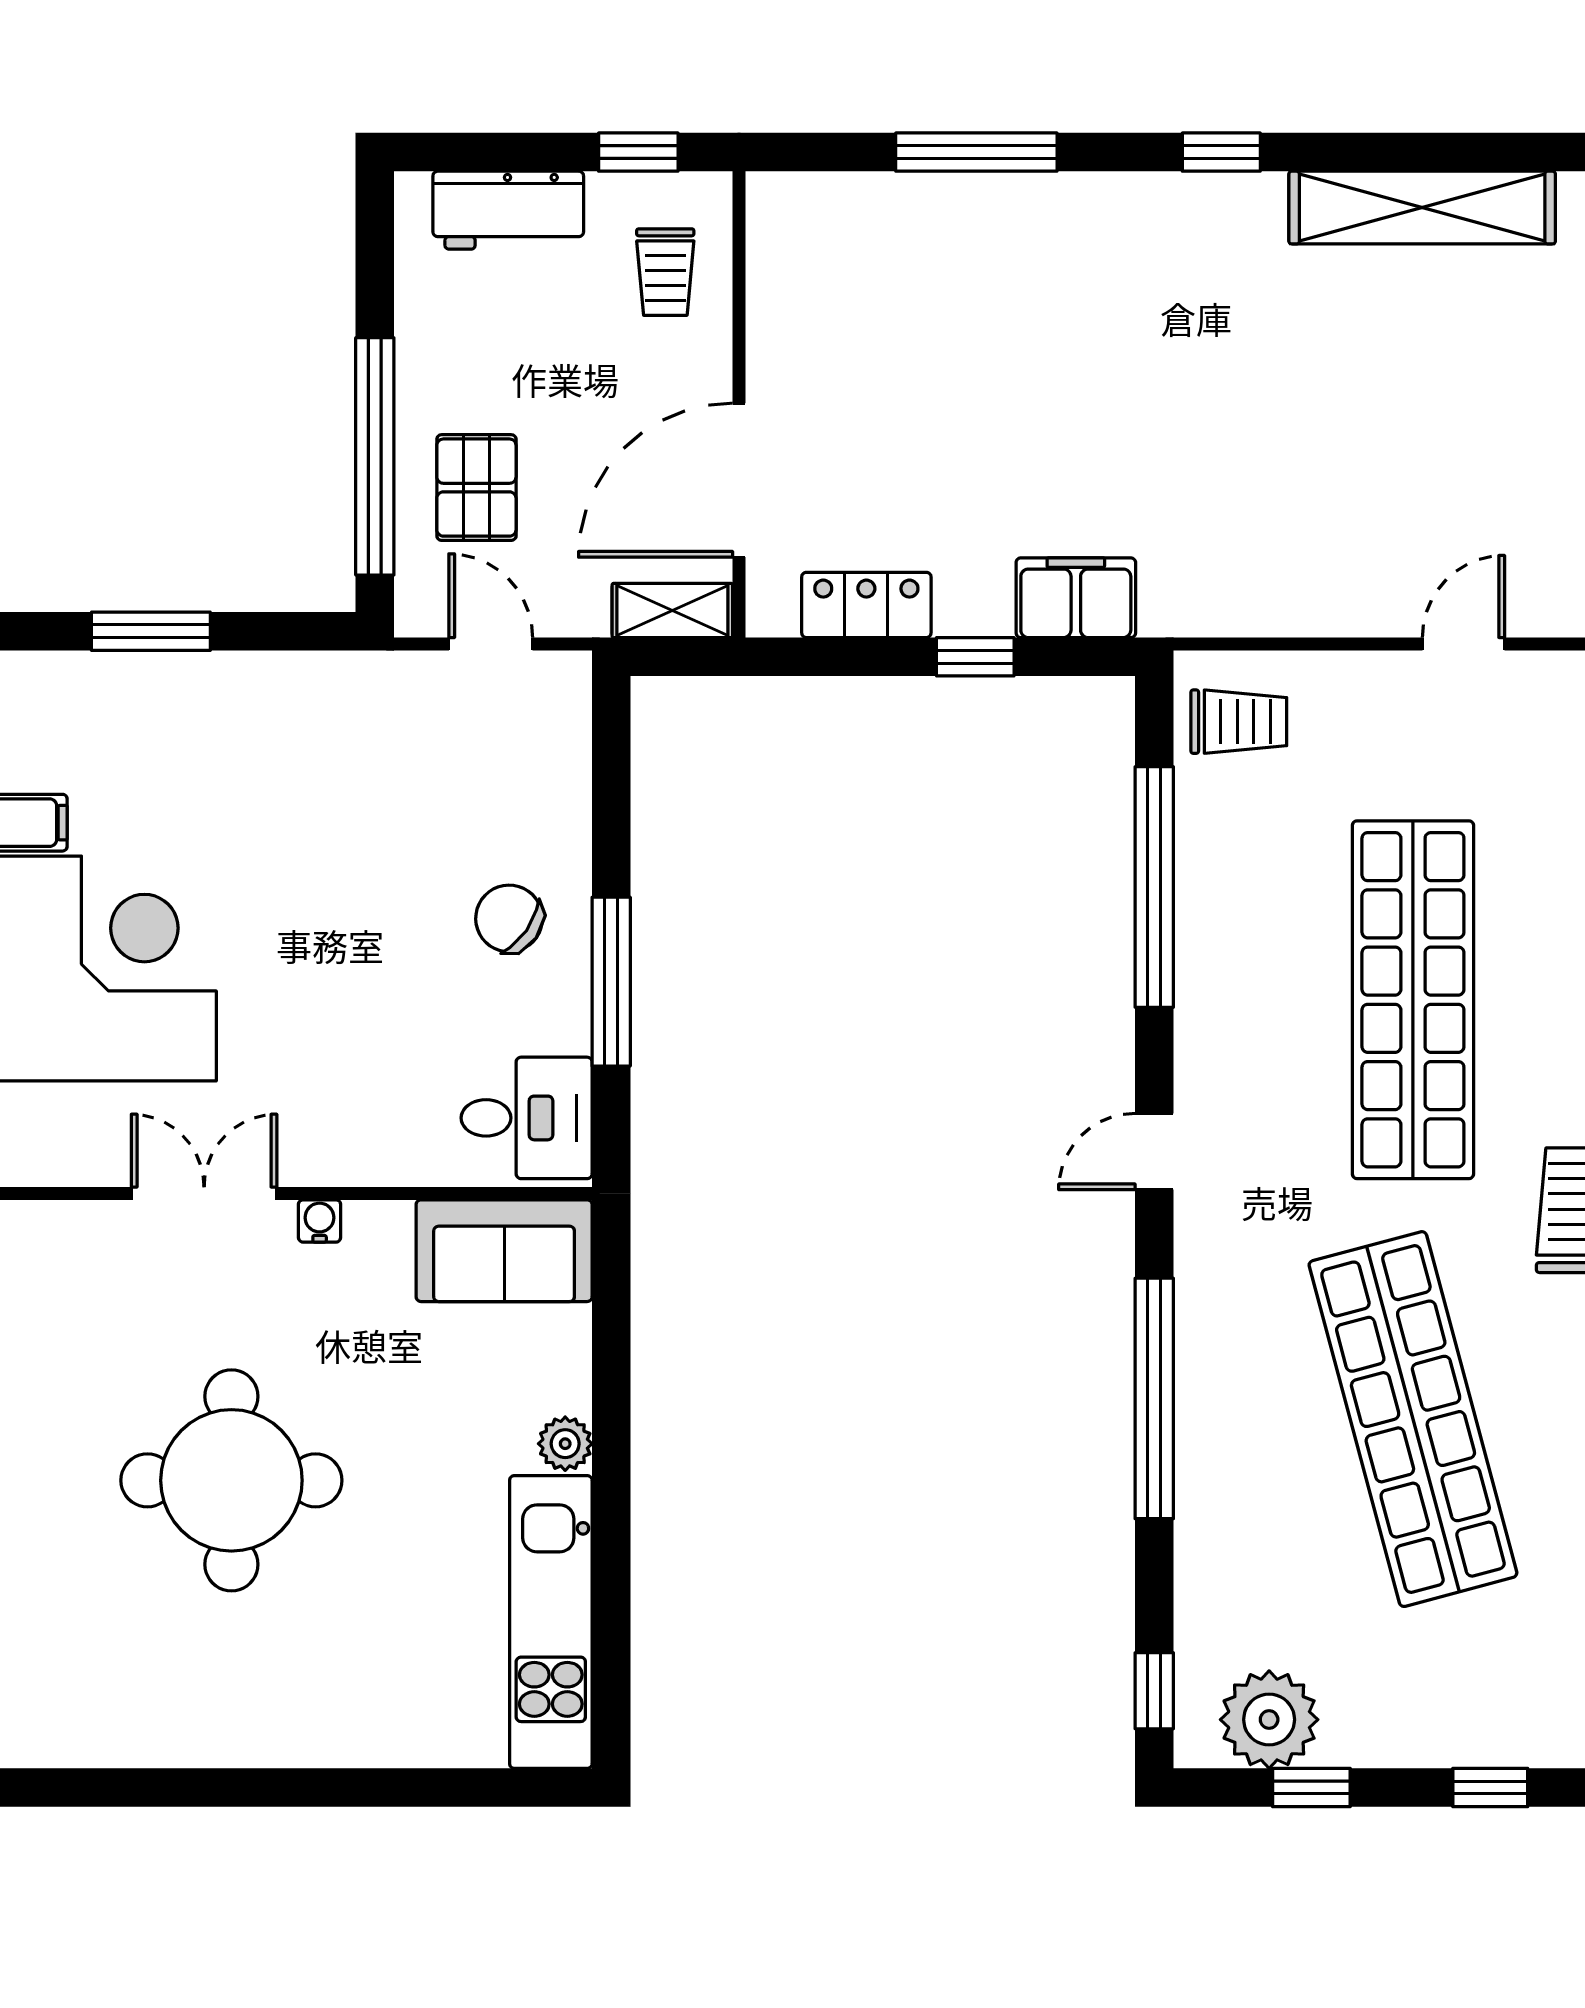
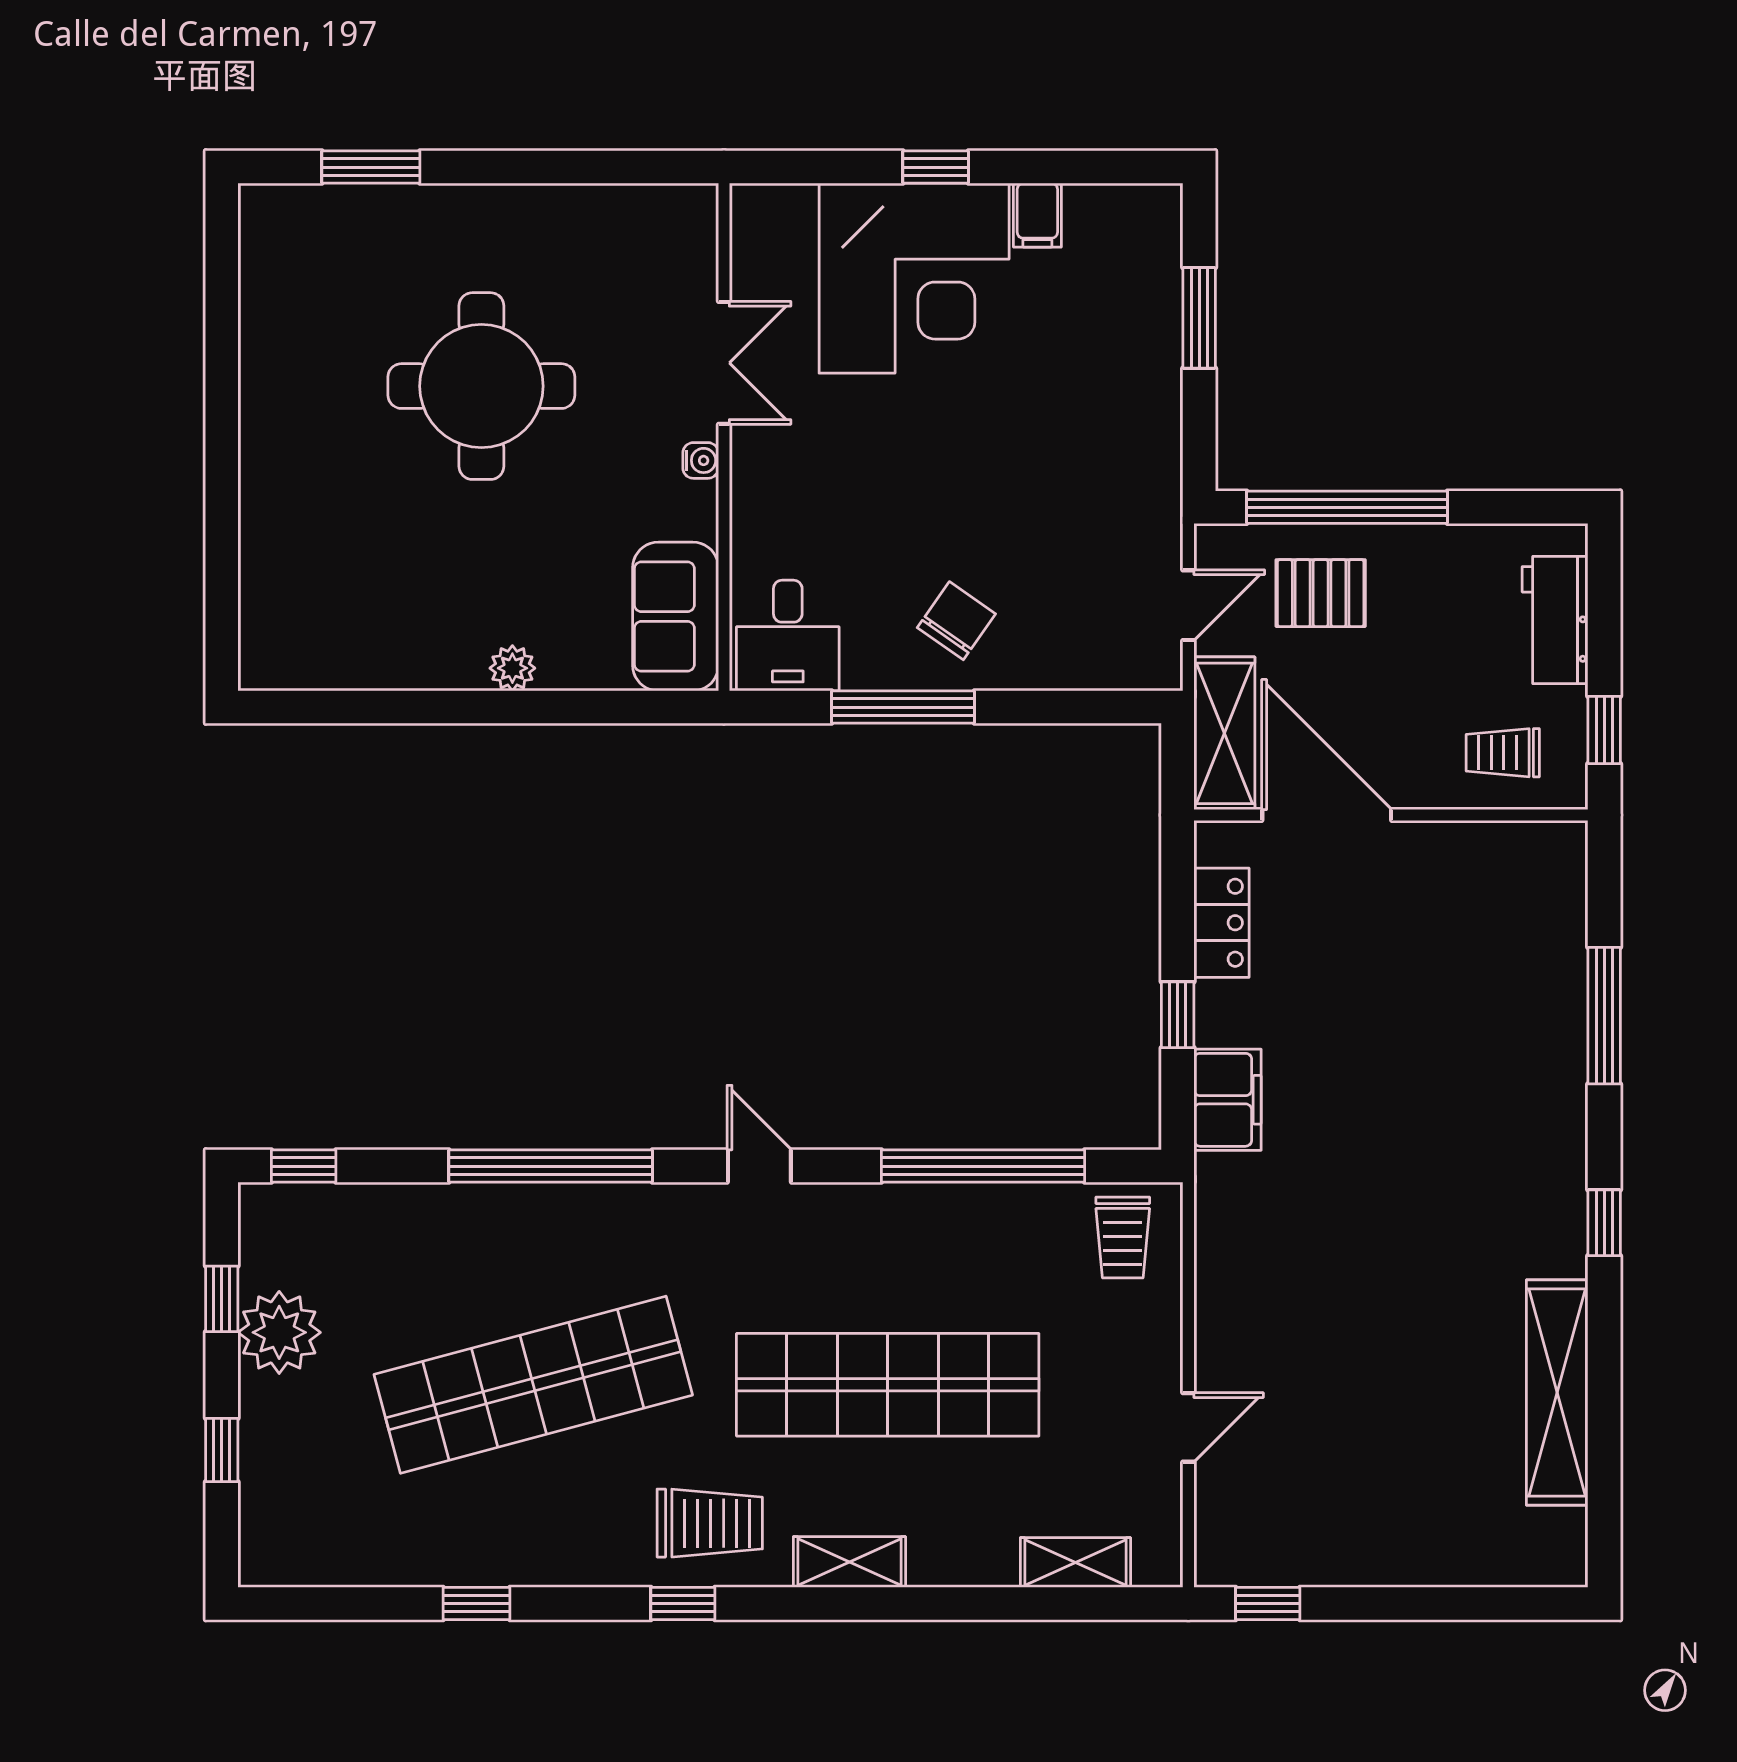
shelving: (672, 610) -> (1224, 733), width x1.50, depth x1.33
door: (1463, 644) -> (1188, 1427), hinge flipped
kitchen unit: (551, 1622) -> (362, 656), removed
plant: (1269, 1720) -> (279, 1332), moved

